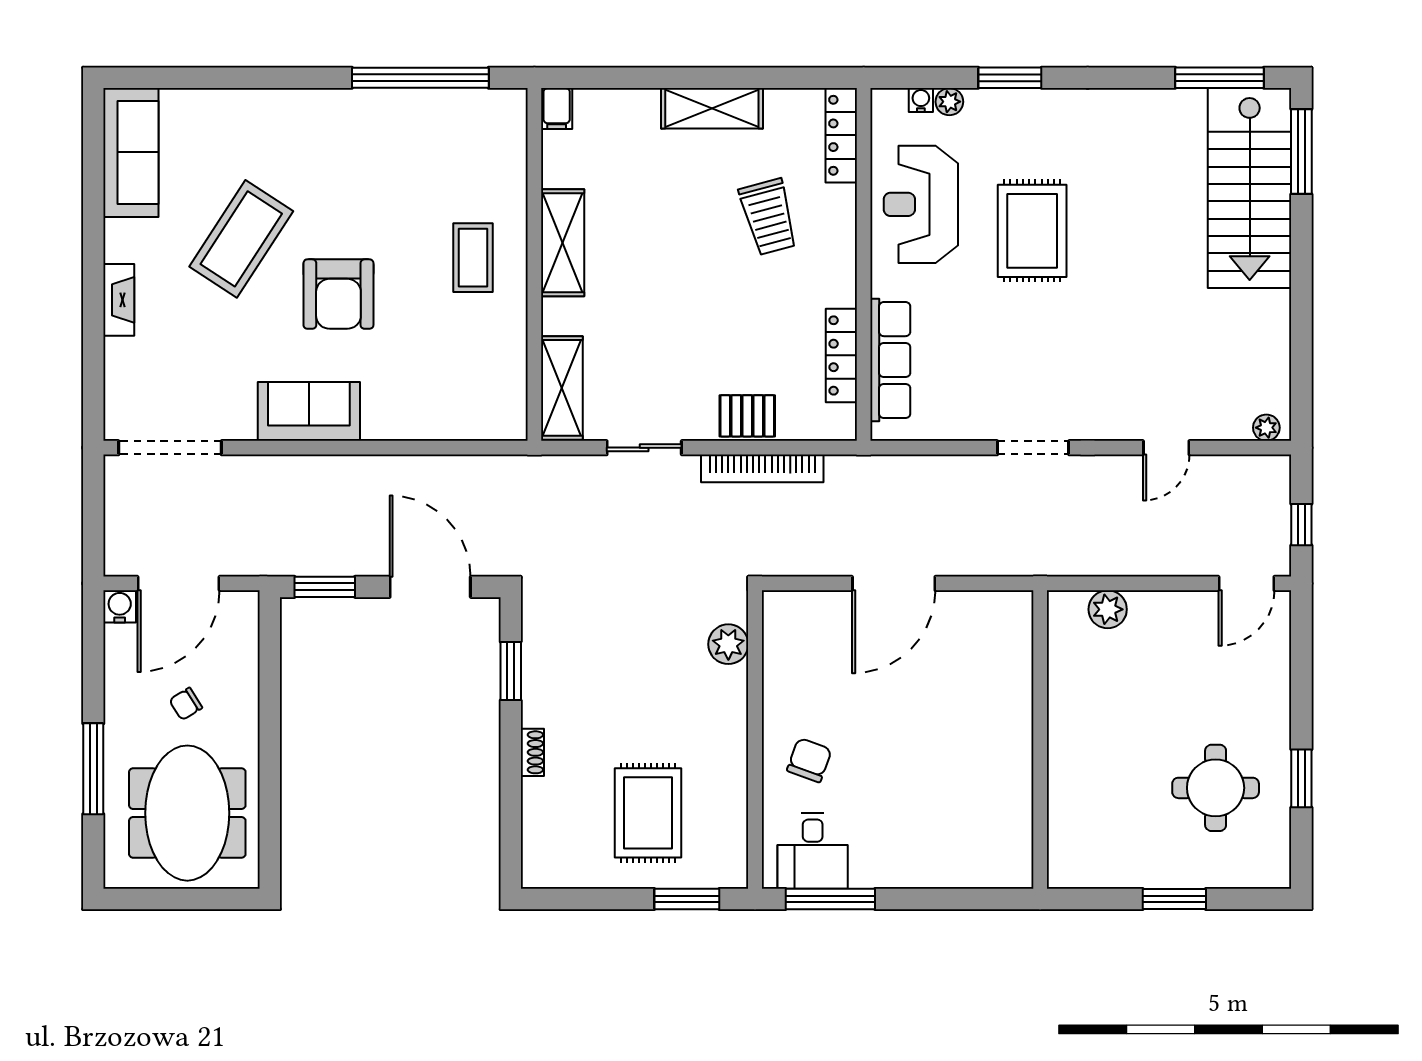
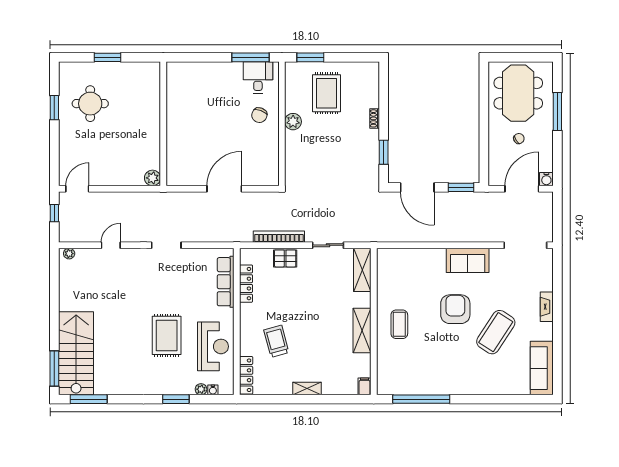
shelving: (712, 108) -> (307, 389), width x0.67, depth x0.75
plant: (1108, 609) -> (152, 178), moved
plant: (728, 644) -> (293, 122), moved

